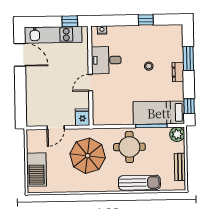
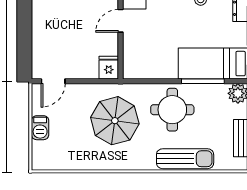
door: (56, 128) -> (53, 81), moved
barbecue: (37, 170) -> (40, 128), width x0.53, depth x0.65

